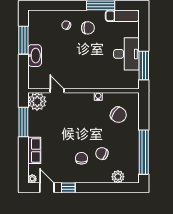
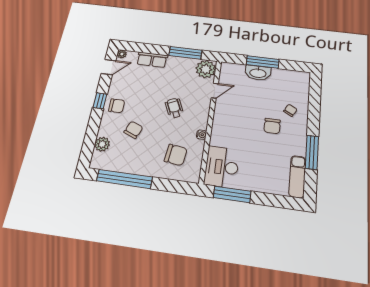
chair: (88, 28) -> (272, 126), moved
window: (23, 40) -> (263, 62), moved
desk: (126, 54) -> (222, 167), moved, turned 90
chair: (118, 115) -> (176, 155), turned -117
wheelchair: (78, 123) -> (174, 108), added
chair: (81, 158) -> (117, 106), moved
window: (68, 188) -> (100, 101), moved

